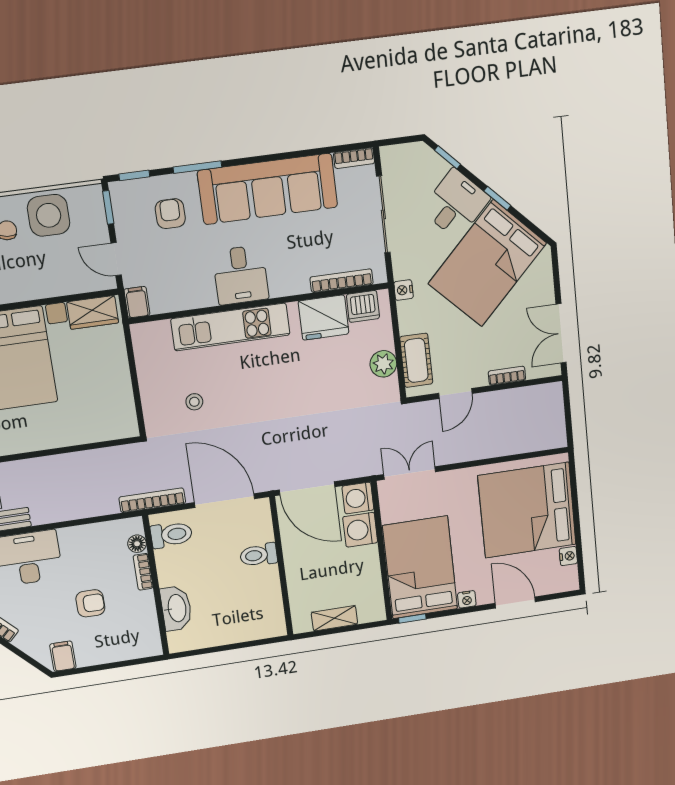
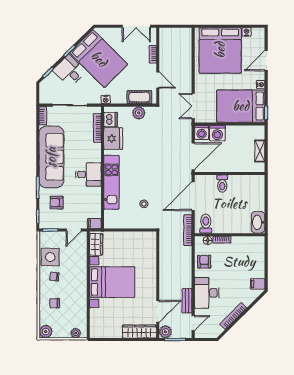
armchair: (90, 603) -> (204, 262), moved
washbasin: (176, 608) -> (258, 222), moved, turned -90

